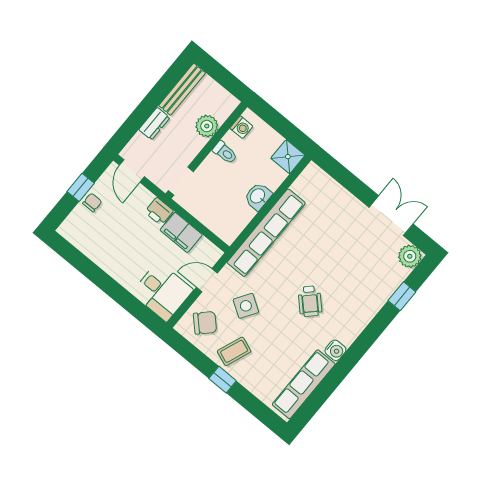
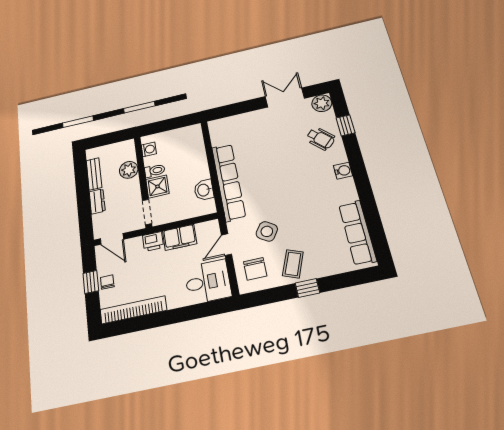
bench: (182, 89) -> (94, 174), width x0.73
shower: (288, 157) -> (157, 186), moved
washbasin: (258, 196) -> (204, 190), moved
bookcase: (88, 248) -> (133, 310), added
wheelchair: (310, 301) -> (321, 138), moved
chair: (205, 323) -> (255, 269), turned 135
water cooler: (335, 350) -> (343, 171), moved

